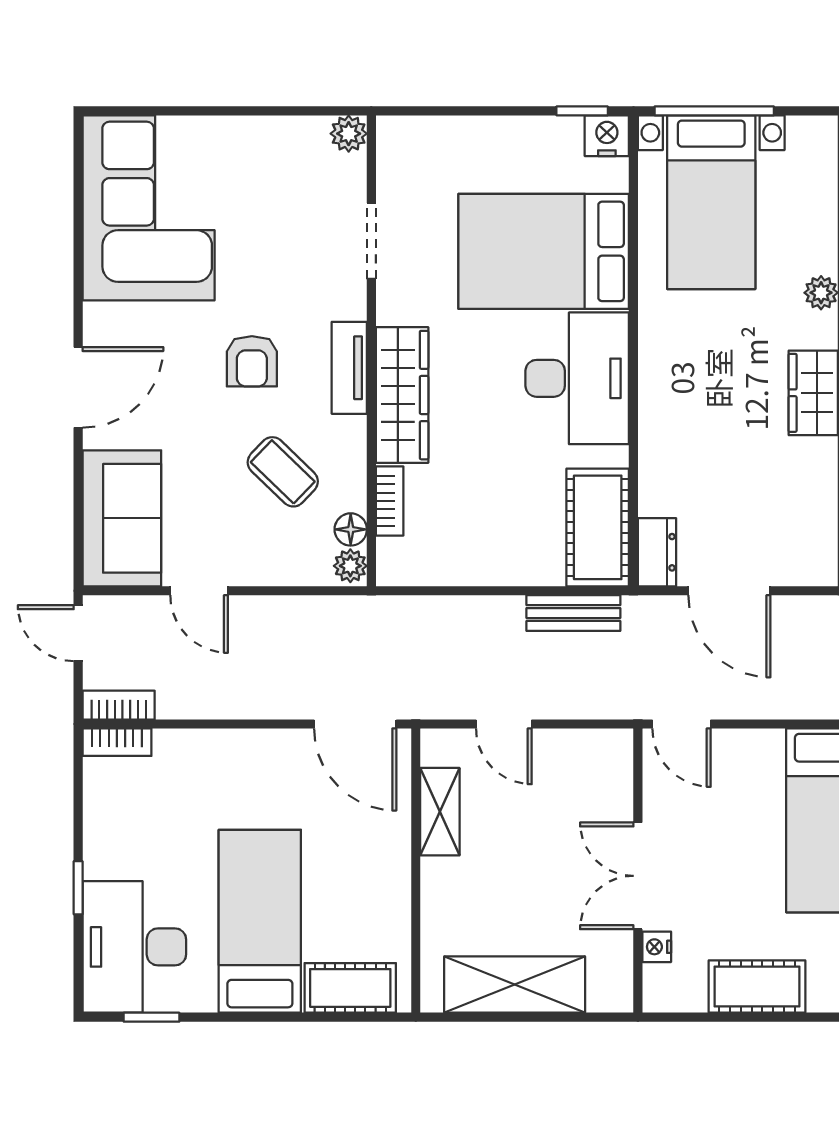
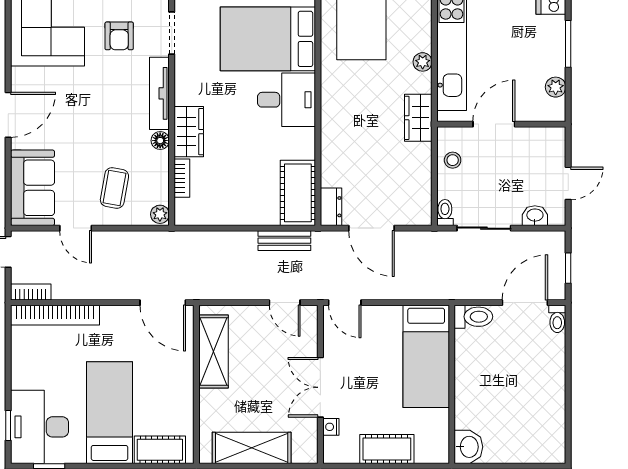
armchair: (252, 361) -> (119, 36), moved
tv unit: (349, 368) -> (159, 93), width x1.41
desk: (577, 378) -> (287, 100), width x0.73
wardrobe: (402, 395) -> (189, 132), width x0.67
coffee table: (283, 472) -> (114, 188), moved, turned 56
floor lamp: (351, 529) -> (160, 141), moved
door: (504, 724) -> (285, 303), moved
bookcase: (117, 742) -> (55, 315), width x2.31, depth x1.31
shelving: (440, 812) -> (214, 351), width x1.50, depth x1.33
window: (78, 888) -> (8, 425), moved

